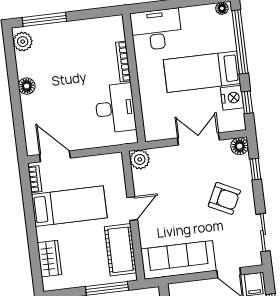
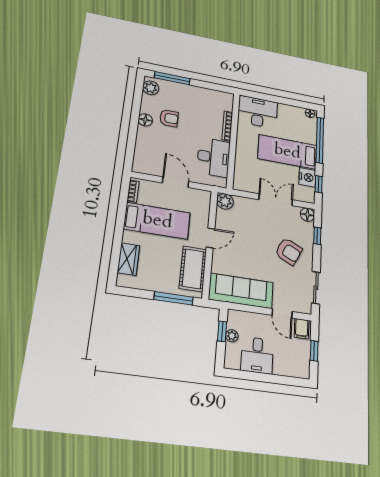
armchair: (53, 75) -> (169, 118), added
door: (55, 156) -> (175, 182), moved

